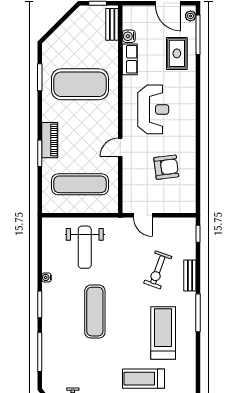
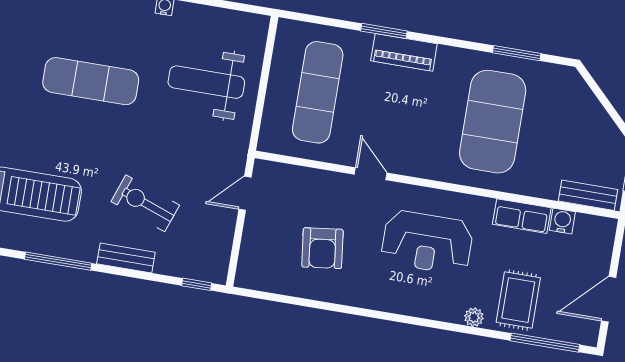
plant: (190, 16) -> (474, 317), moved
rug: (177, 53) -> (518, 300), turned 90

